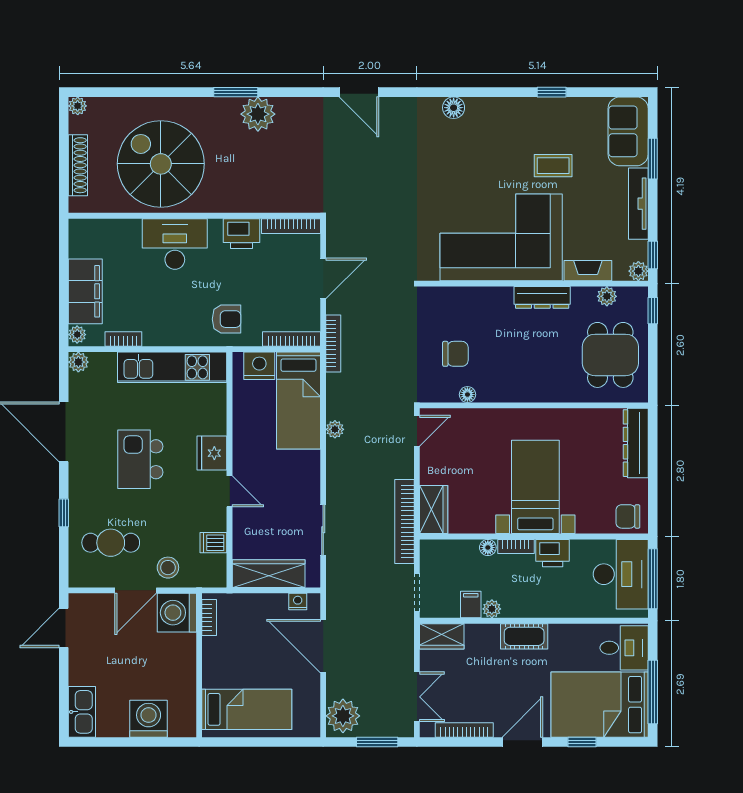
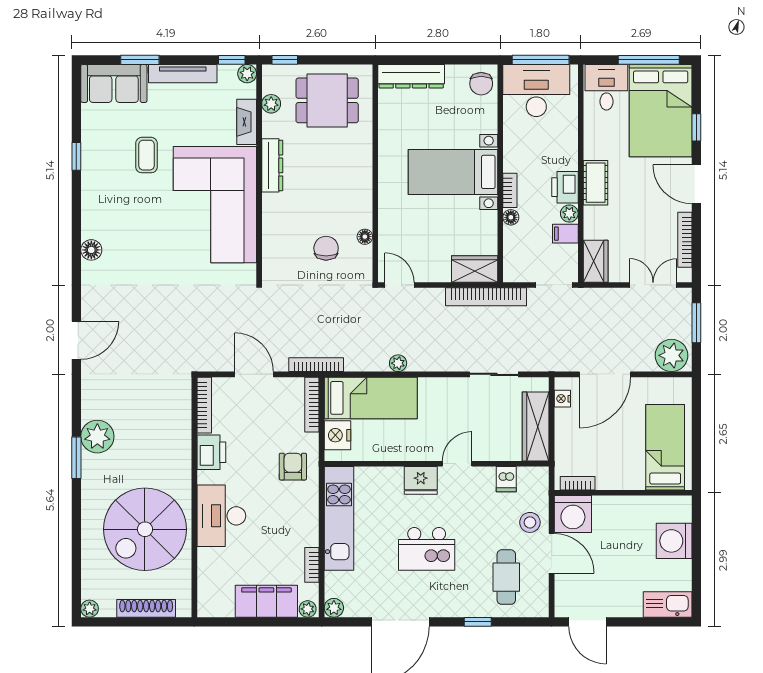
printer: (553, 553) -> (565, 187), moved, turned 180

